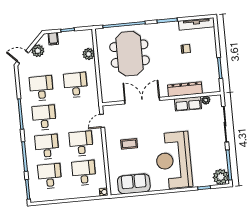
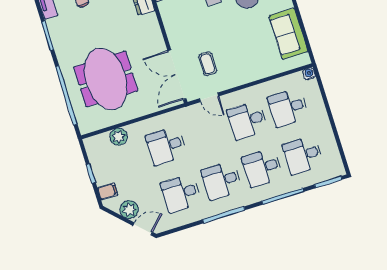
meeting table: (129, 54) -> (106, 79), turned 90
door: (23, 57) -> (143, 229), swing flipped
double door: (142, 101) -> (177, 75), moved
coffee table: (129, 144) -> (208, 64), moved

